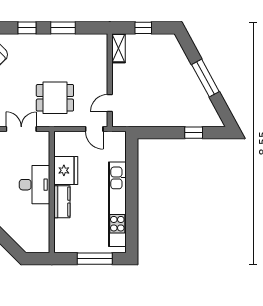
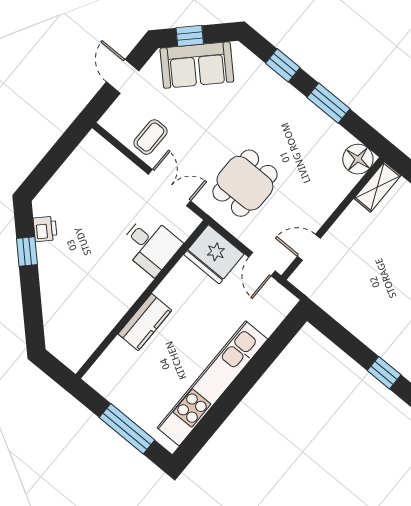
floor lamp: (99, 43) -> (358, 159), added
dining table: (55, 98) -> (245, 183), turned 90
fridge: (66, 170) -> (214, 254), moved, turned 90
desk: (35, 185) -> (150, 245), moved, width x0.73

